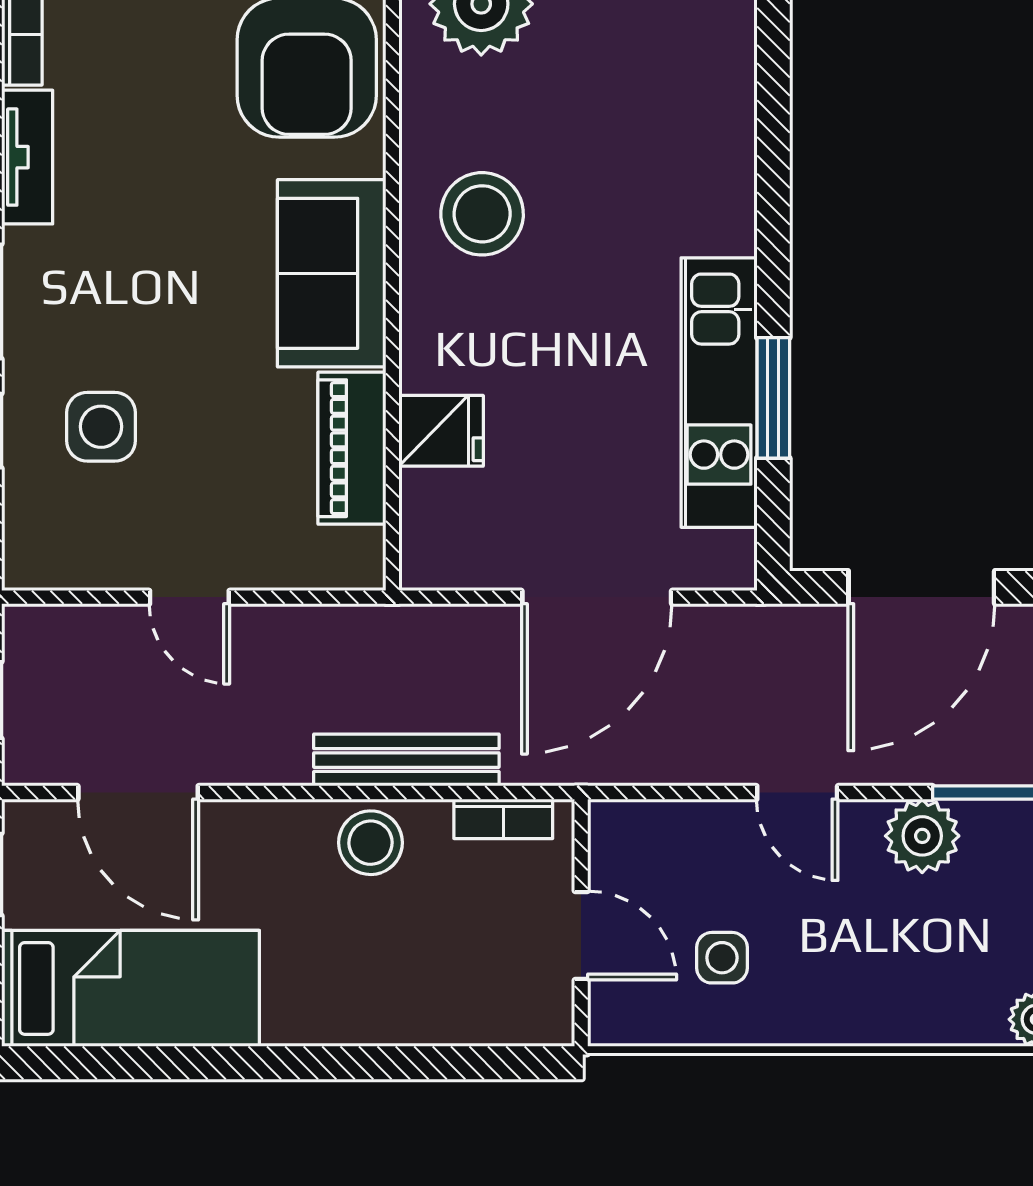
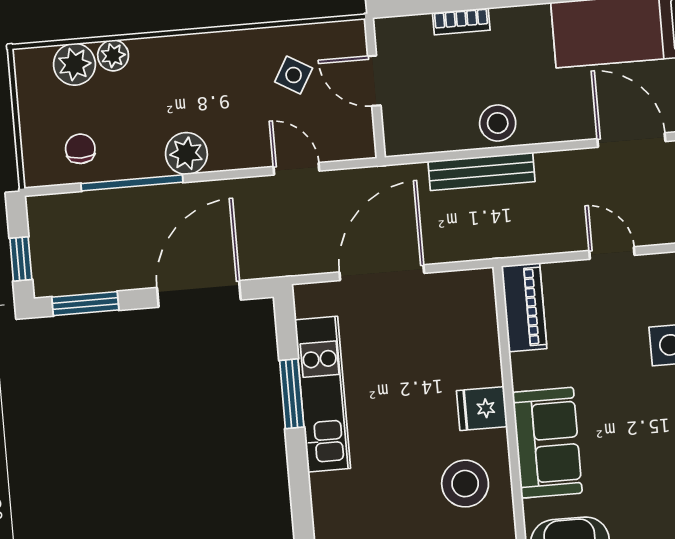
fridge: (441, 431) -> (482, 409), moved
piano: (352, 448) -> (524, 307), moved
door: (797, 793) -> (296, 169), moved
bookcase: (503, 819) -> (461, 21), moved, turned 180
side table: (722, 958) -> (294, 75), turned 30

